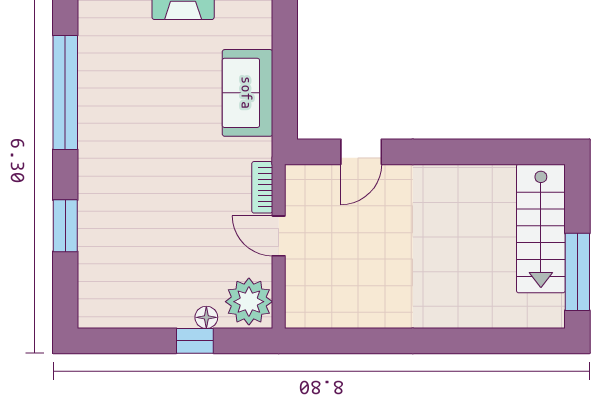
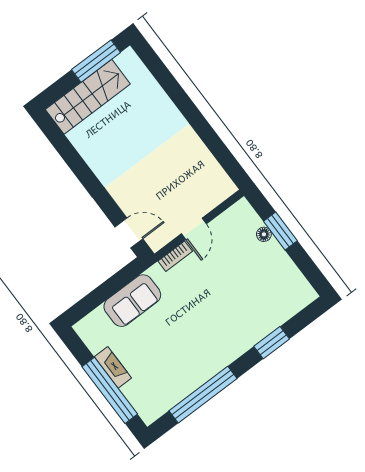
door: (361, 152) -> (129, 233), moved
plant: (249, 302) -> (239, 219), removed
window: (195, 341) -> (280, 231), width x1.50

